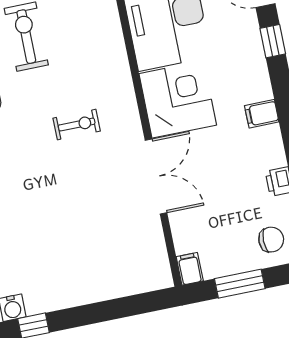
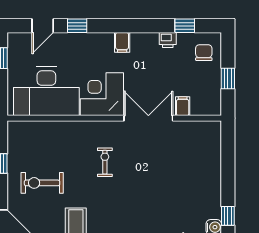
filing cabinet: (190, 269) -> (183, 106), moved, turned 90
window: (240, 284) -> (228, 78), width x0.67

